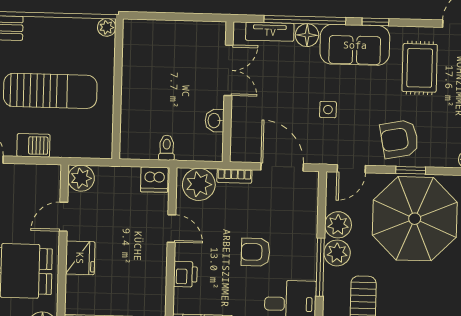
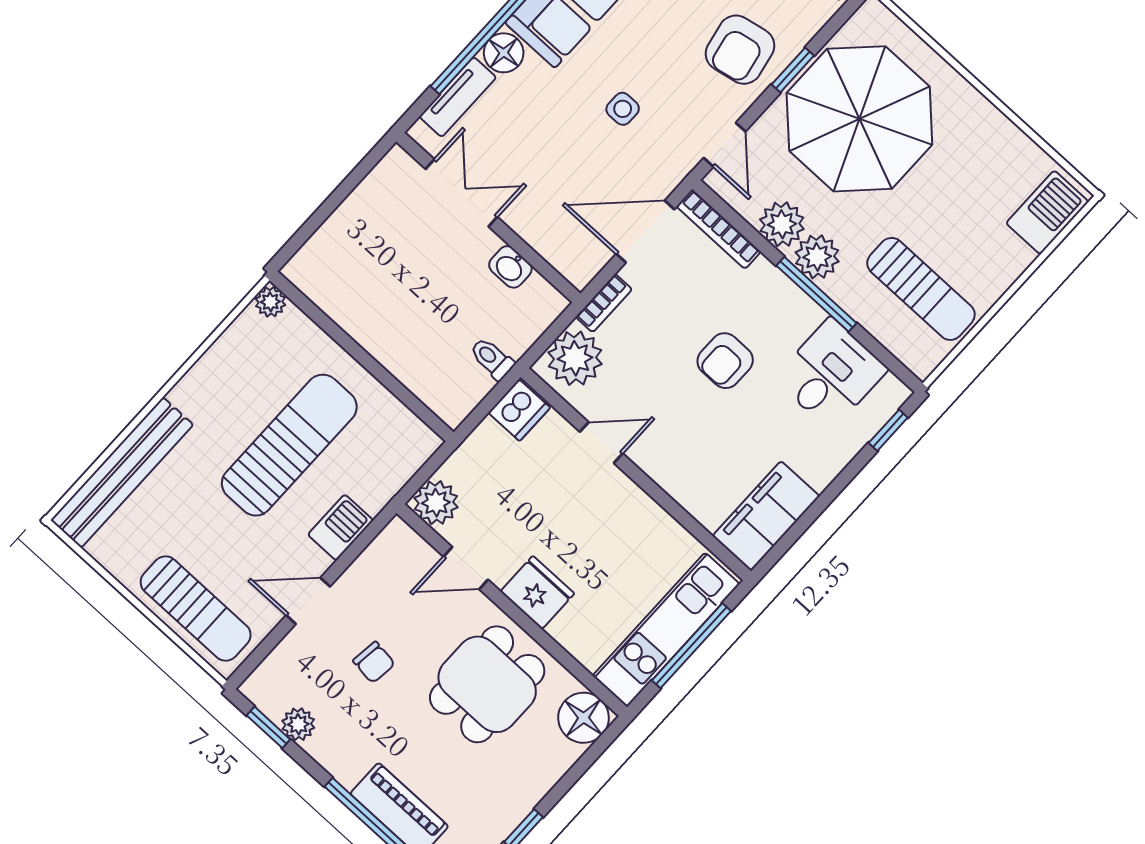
bookcase: (311, 199) -> (719, 229), added
door: (63, 217) -> (466, 568), hinge flipped
printer: (185, 274) -> (675, 476), removed

